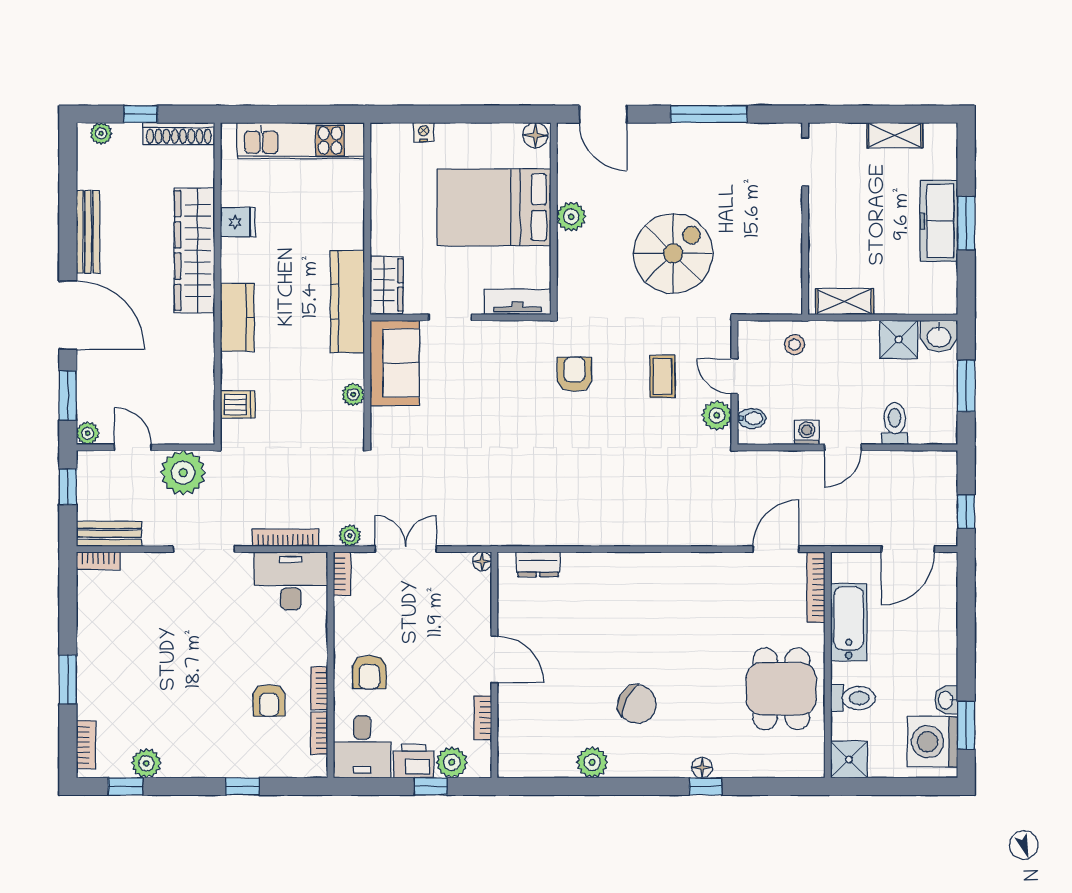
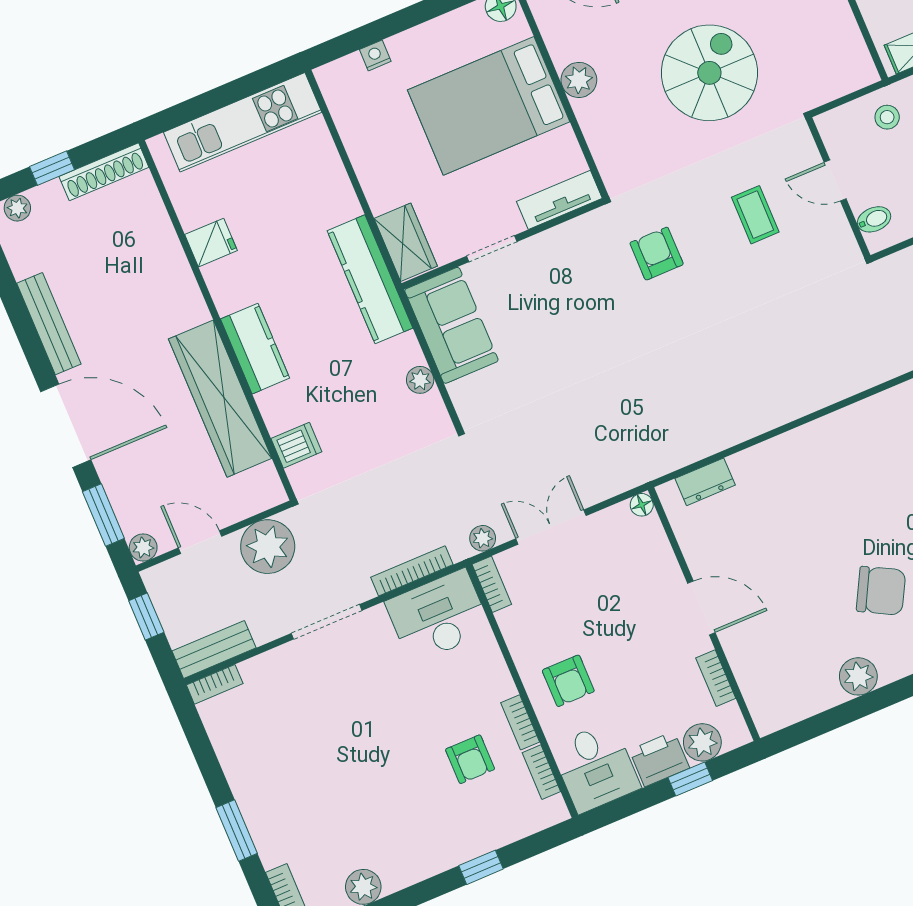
wardrobe: (195, 251) -> (220, 399), moved
plant: (717, 415) -> (834, 232), removed

